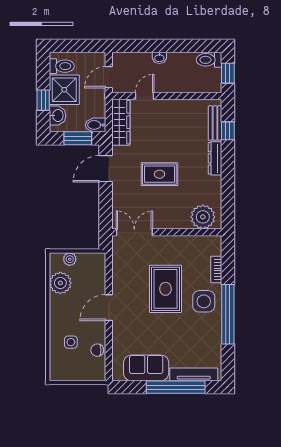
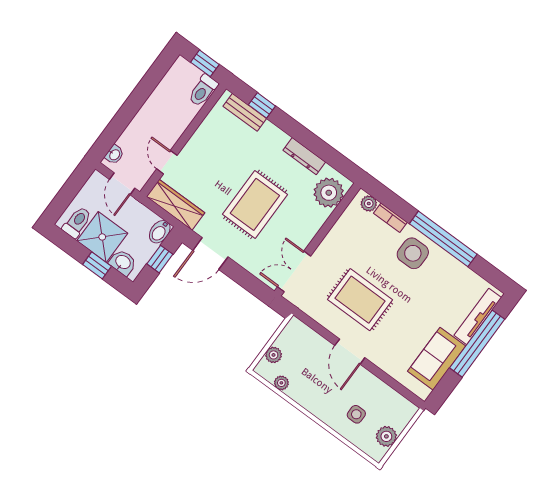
washbasin: (159, 58) -> (114, 155), moved
toilet: (209, 60) -> (203, 90), moved
window: (78, 138) -> (160, 259), width x0.67
dresser: (215, 158) -> (304, 156), moved
door: (106, 169) -> (210, 254), hinge flipped
rug: (159, 174) -> (255, 204), width x1.36, depth x1.43
plant: (215, 248) -> (369, 204), added
plant: (60, 283) -> (281, 383), width x0.53, depth x0.53
rug: (166, 289) -> (360, 300), moved
chair: (97, 350) -> (383, 394), removed
plant: (71, 373) -> (386, 436), added

